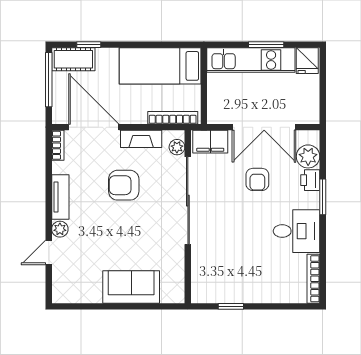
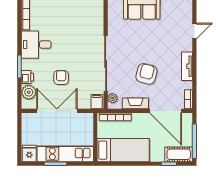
filing cabinet: (210, 142) -> (97, 102), width x0.50
armchair: (124, 185) -> (146, 74), turned -76
plant: (60, 229) -> (187, 46), removed

